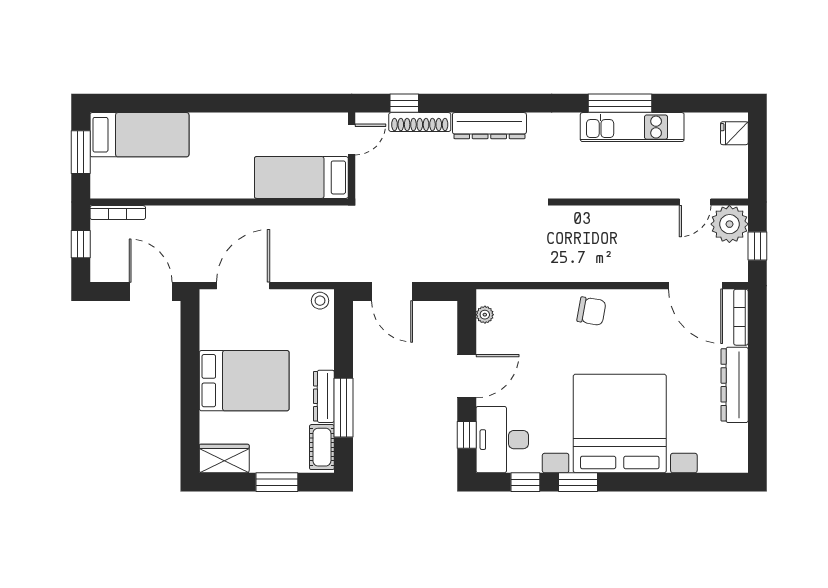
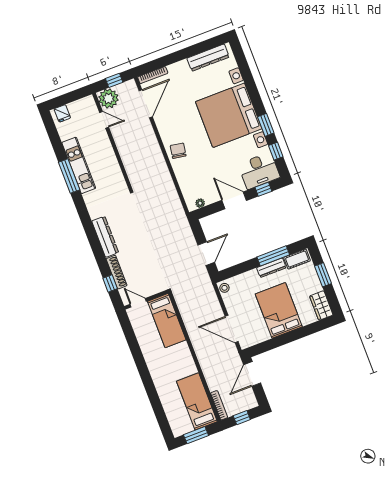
bed: (139, 135) -> (197, 401), moved
dresser: (735, 385) -> (208, 58), moved

